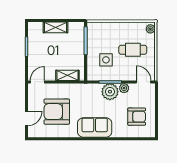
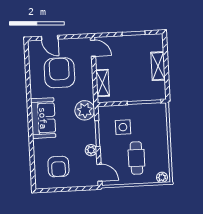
door: (144, 82) -> (99, 173), hinge flipped
plant: (110, 92) -> (85, 110), moved

